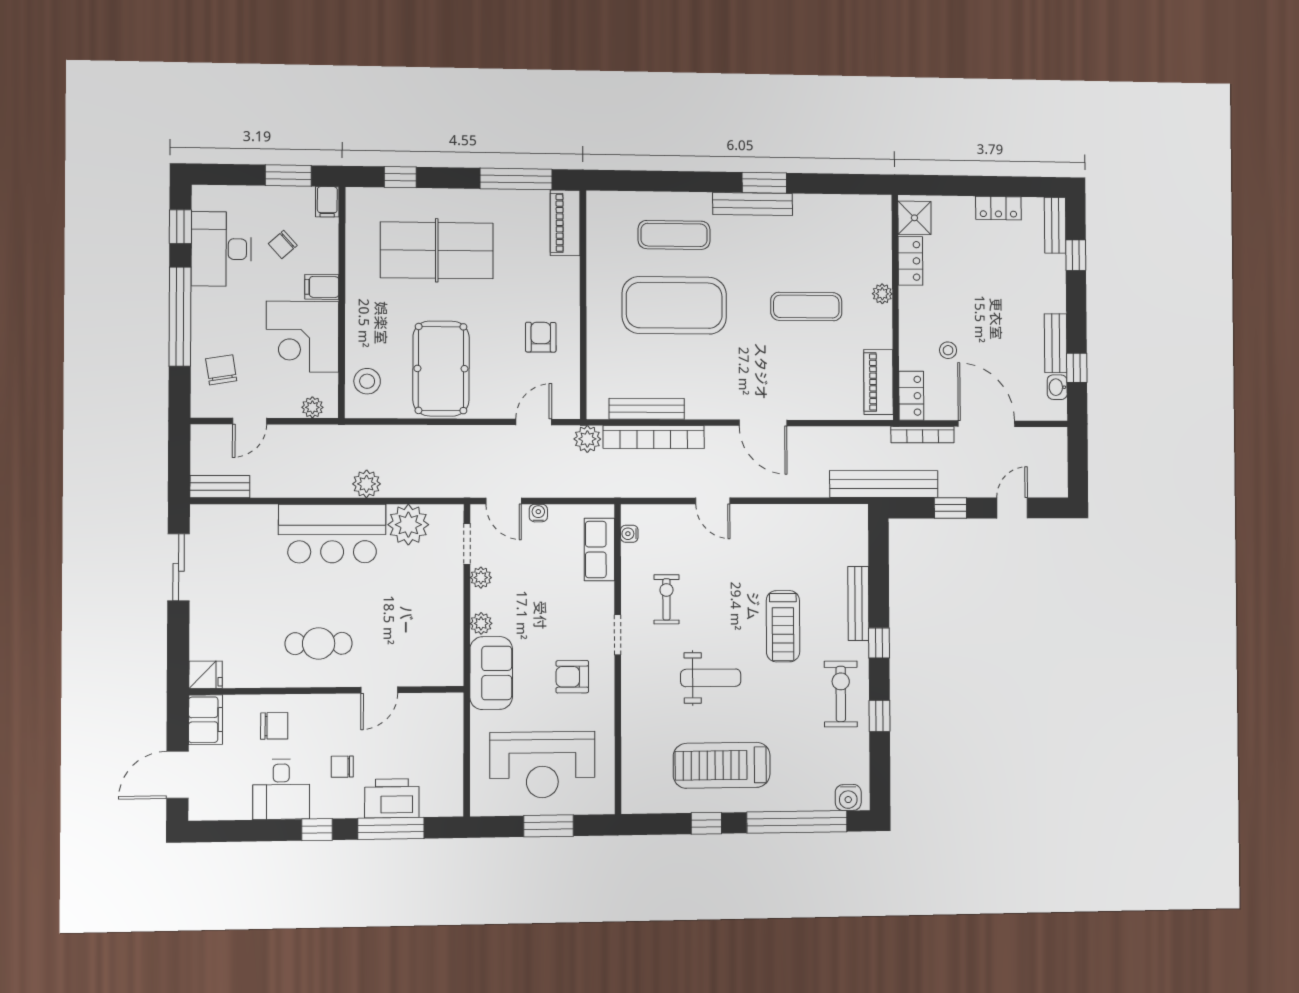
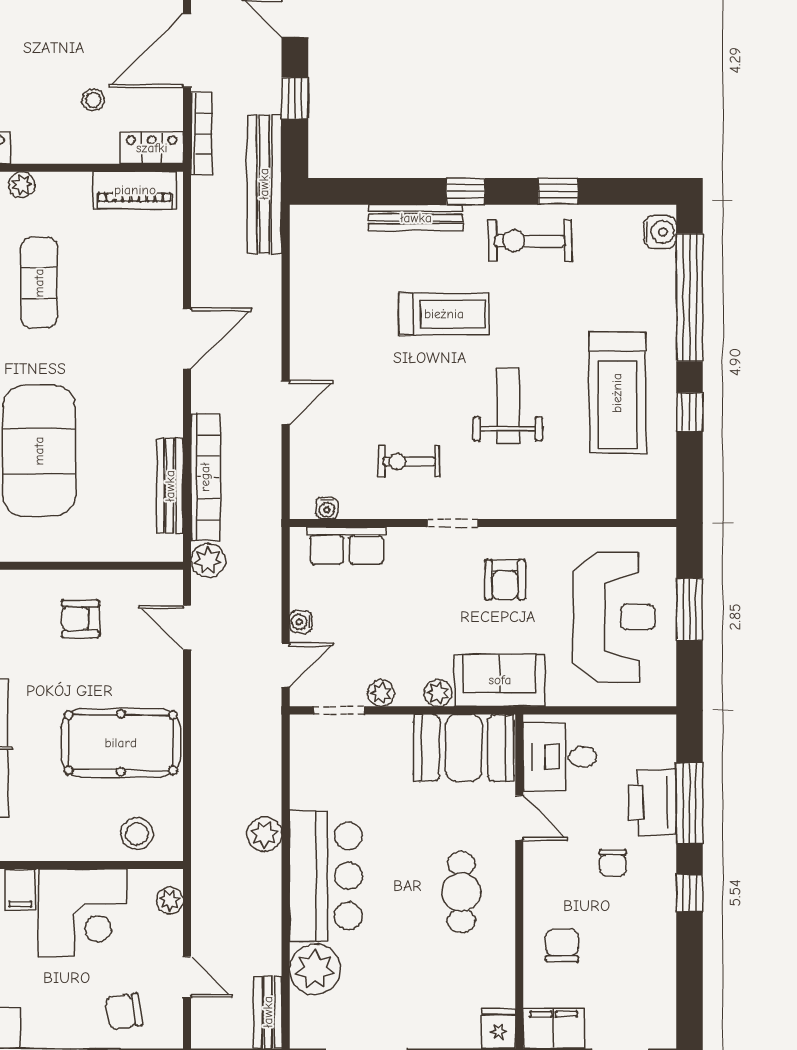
plant: (408, 525) -> (315, 969), moved
booth: (436, 645) -> (464, 748), added
desk: (281, 789) -> (560, 757), moved, turned 180

